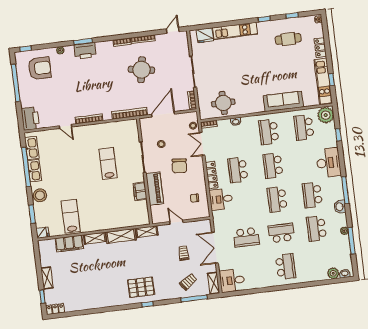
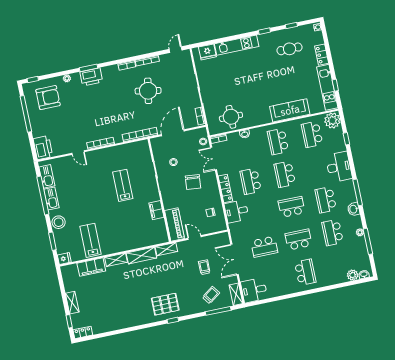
piano: (155, 189) -> (174, 224), moved
school desk: (277, 199) -> (292, 207), turned 90

